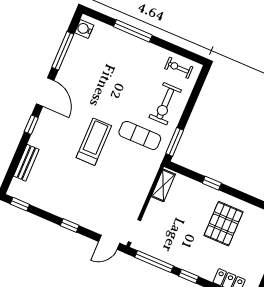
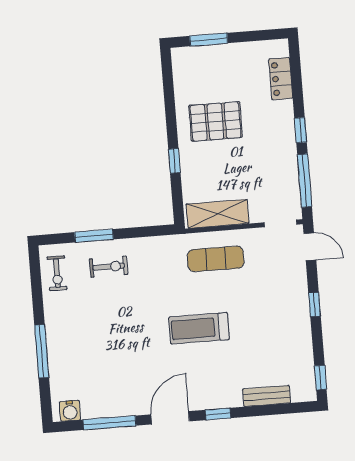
exercise bike: (165, 104) -> (109, 267), width x0.73, depth x0.72
exercise mat: (140, 135) -> (216, 259), moved, turned 90
window: (175, 142) -> (94, 236), moved
shelving: (163, 185) -> (218, 214), width x1.50, depth x1.33

